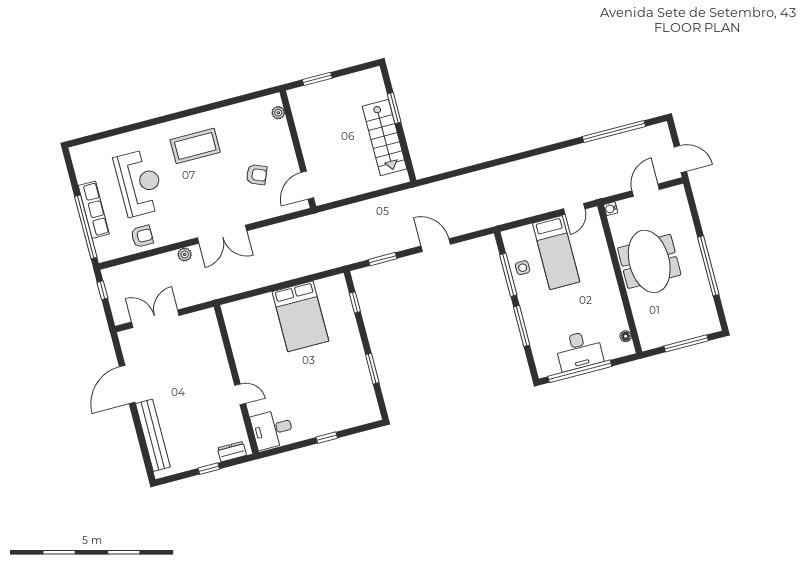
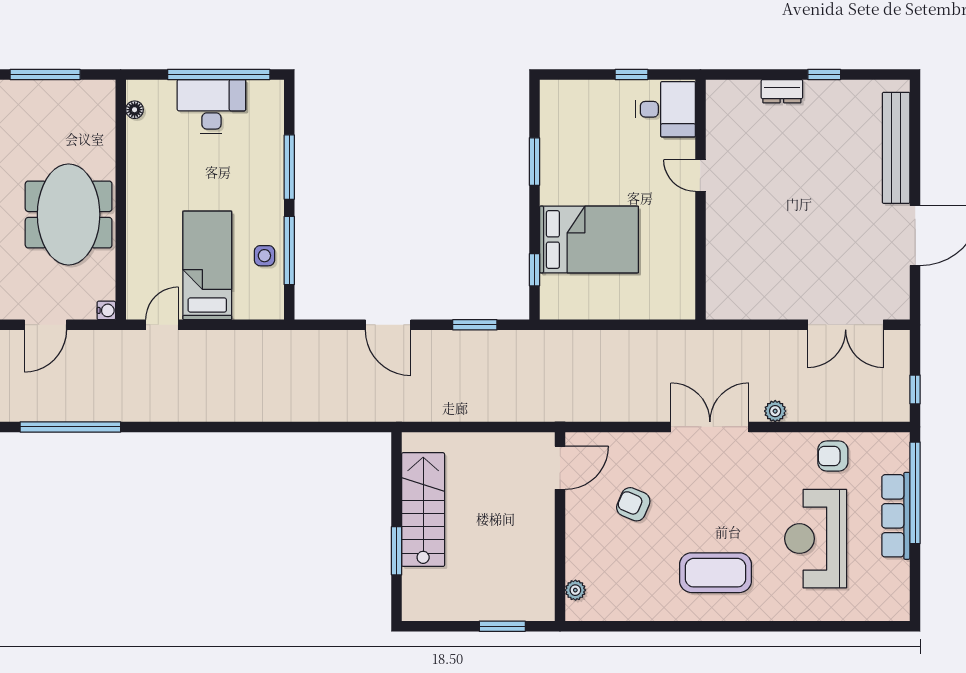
bed: (300, 316) -> (589, 239), moved, turned 90
wall: (236, 379) -> (700, 200), moved
door: (240, 394) -> (700, 175), moved
desk: (272, 429) -> (665, 109), moved

